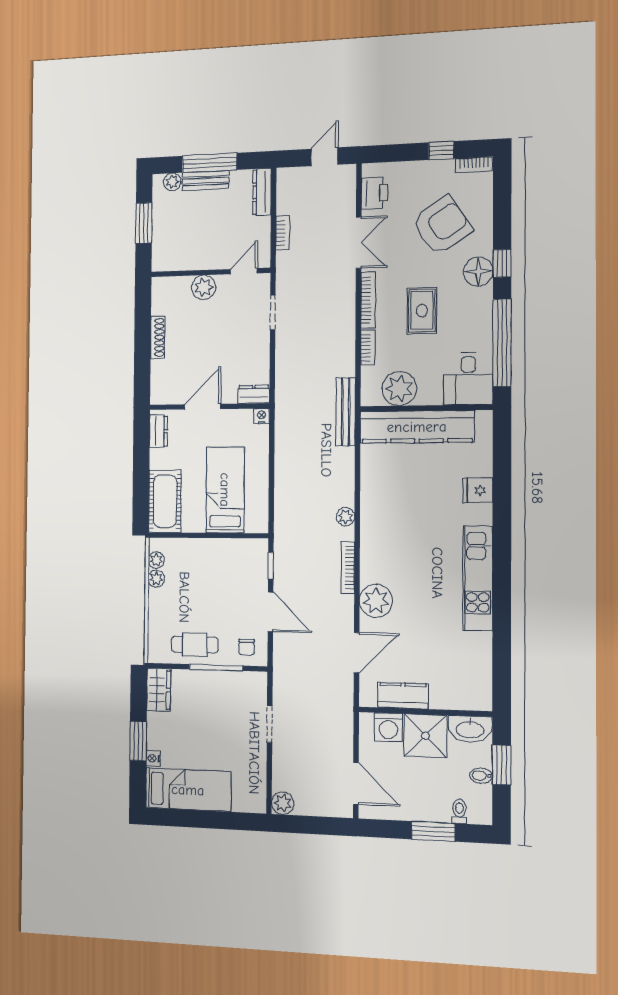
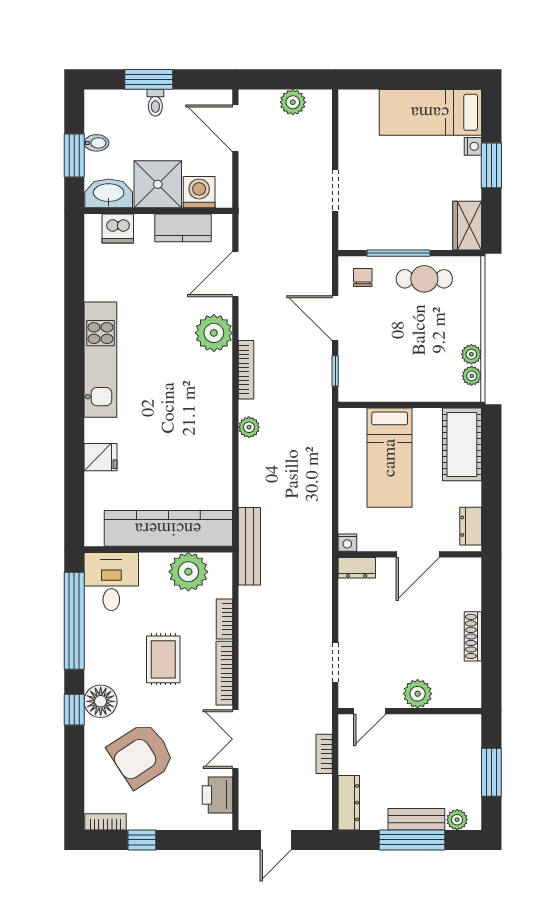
dishwasher: (462, 697) -> (118, 228), added
plant: (283, 803) -> (293, 102), moved
toilet: (459, 811) -> (155, 103), moved

